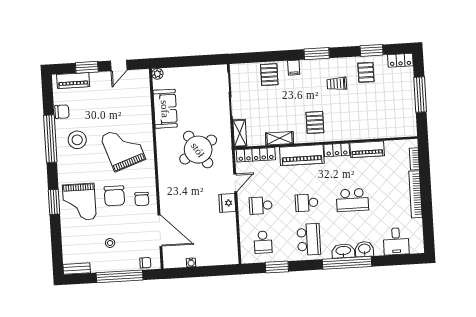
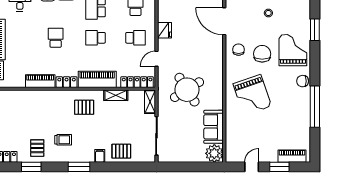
plant: (157, 74) -> (214, 153), width x1.88, depth x1.88
pallet: (269, 75) -> (121, 151), turned 90
chair: (62, 112) -> (303, 81), moved
pallet: (315, 122) -> (84, 107), turned 90
stool: (77, 140) -> (292, 104), removed
school desk: (352, 200) -> (56, 38), width x0.54
window: (54, 202) -> (315, 30), moved
fridge: (227, 203) -> (164, 30), moved
school desk: (307, 203) -> (96, 38), turned 180

